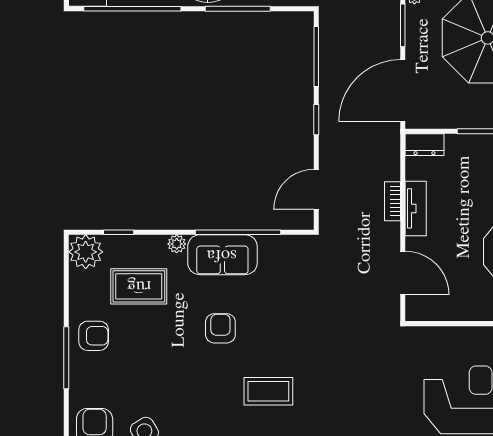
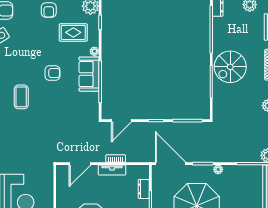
dresser: (424, 145) -> (144, 189), moved
door: (316, 189) -> (121, 121), swing flipped
rug: (139, 286) -> (73, 32), turned 90

